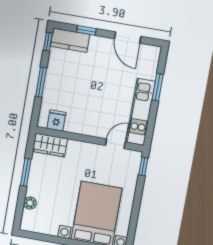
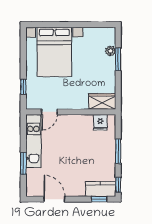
window: (86, 30) -> (99, 199), moved
window: (143, 166) -> (23, 87), moved
window: (26, 172) -> (118, 59), moved

